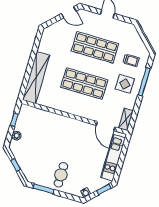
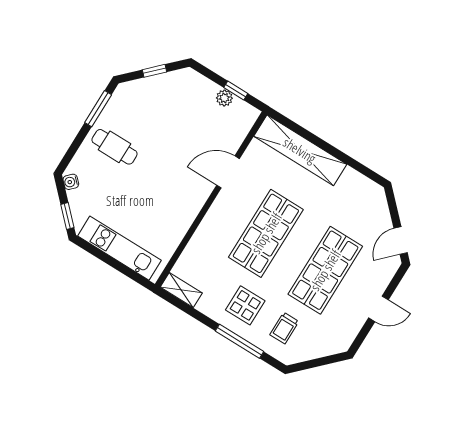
door: (106, 126) -> (228, 172), moved
plant: (16, 136) -> (224, 98), moved

